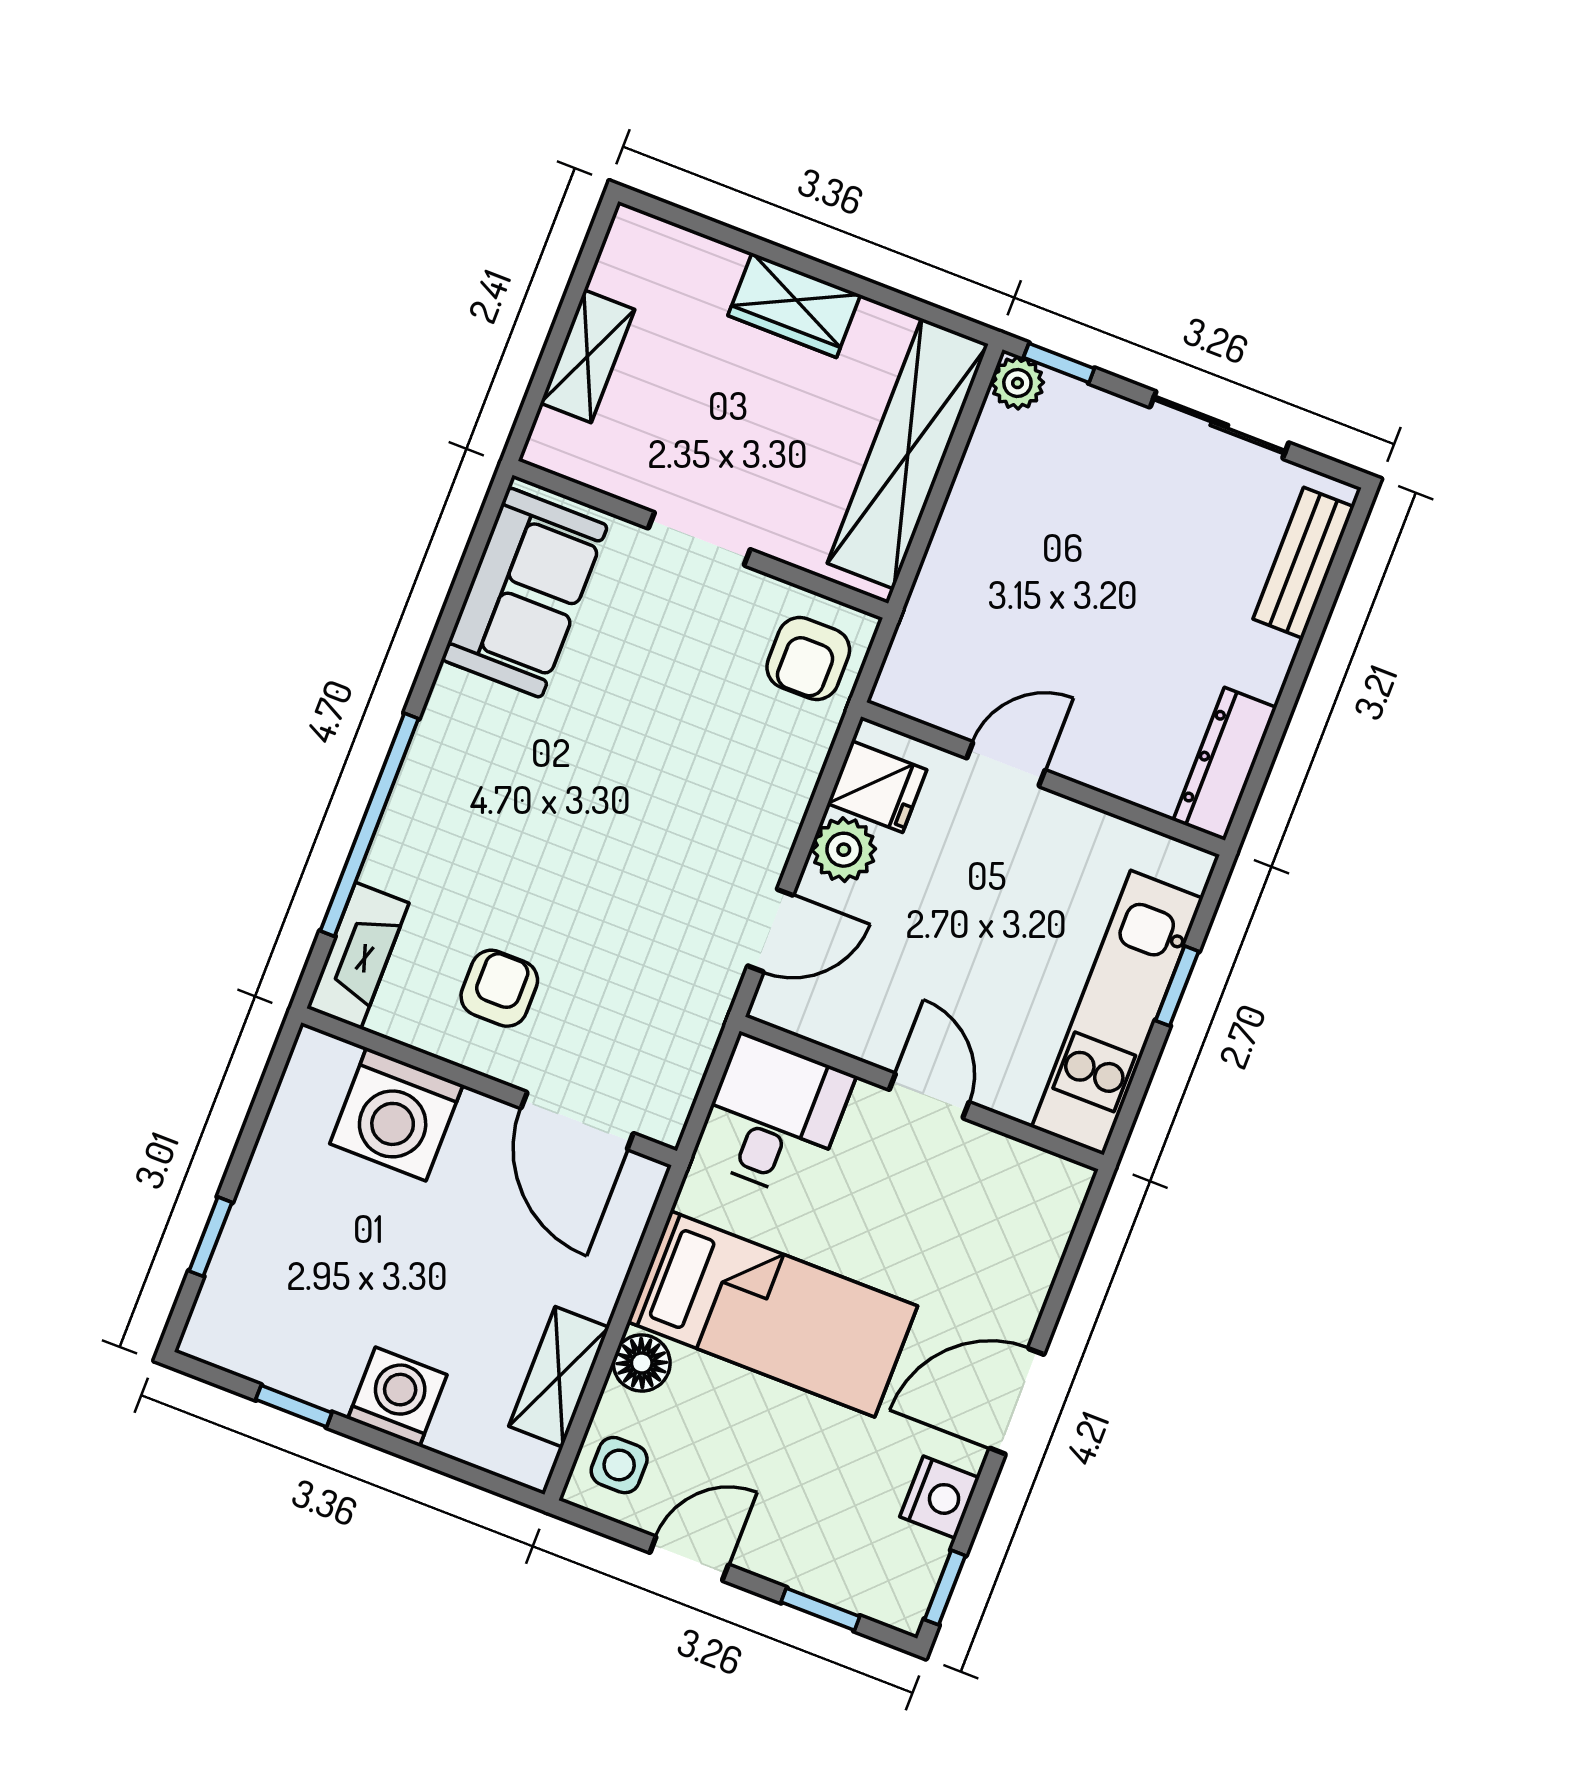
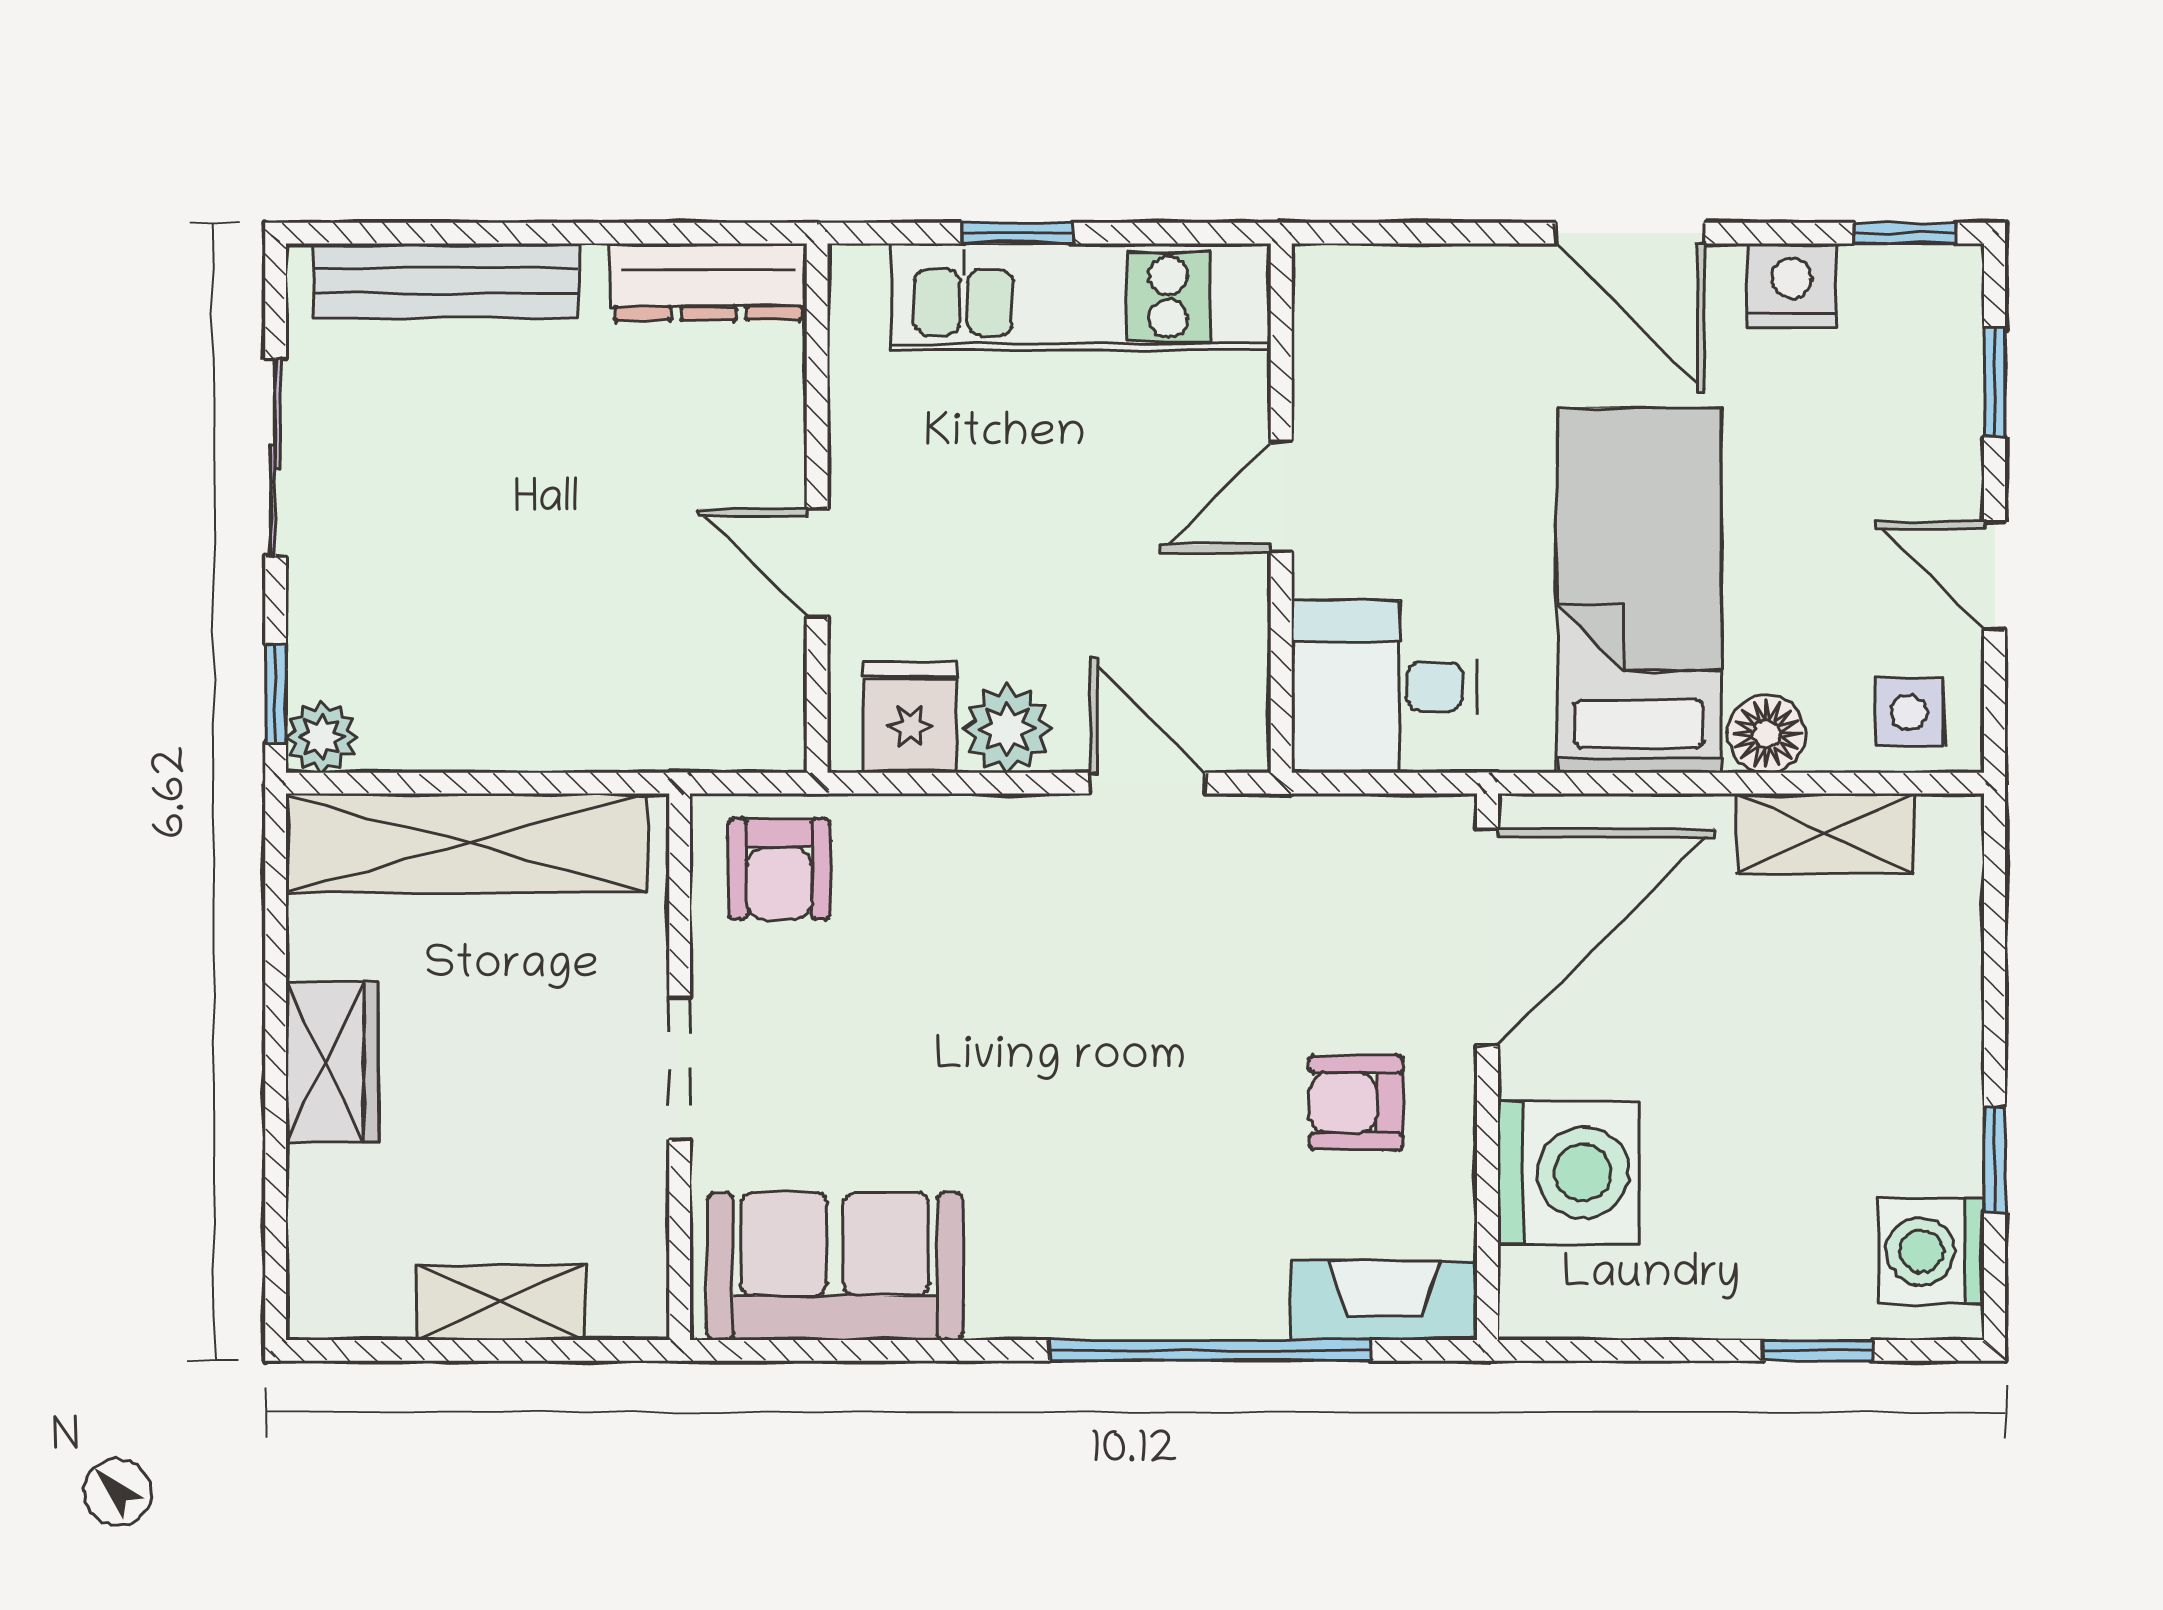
bench: (1303, 563) -> (446, 281), width x1.36
armchair: (808, 658) -> (779, 869), turned 90
door: (577, 1121) -> (1487, 937), width x1.36
washing machine: (397, 1397) -> (1931, 1251), moved

